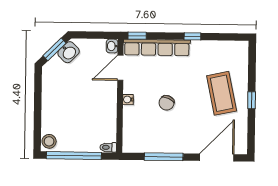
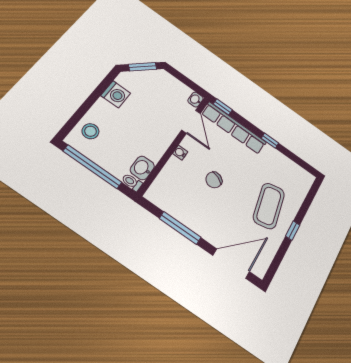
washbasin: (69, 52) -> (142, 168), moved, turned 135
door: (120, 68) -> (191, 122), swing flipped
washing machine: (51, 88) -> (116, 94), added
stool: (49, 141) -> (90, 131), moved

